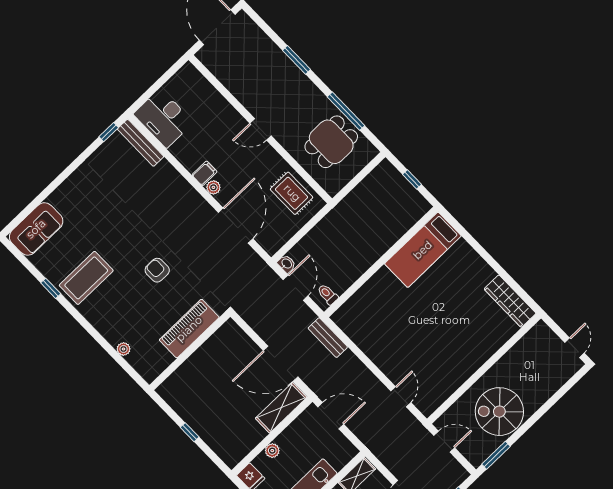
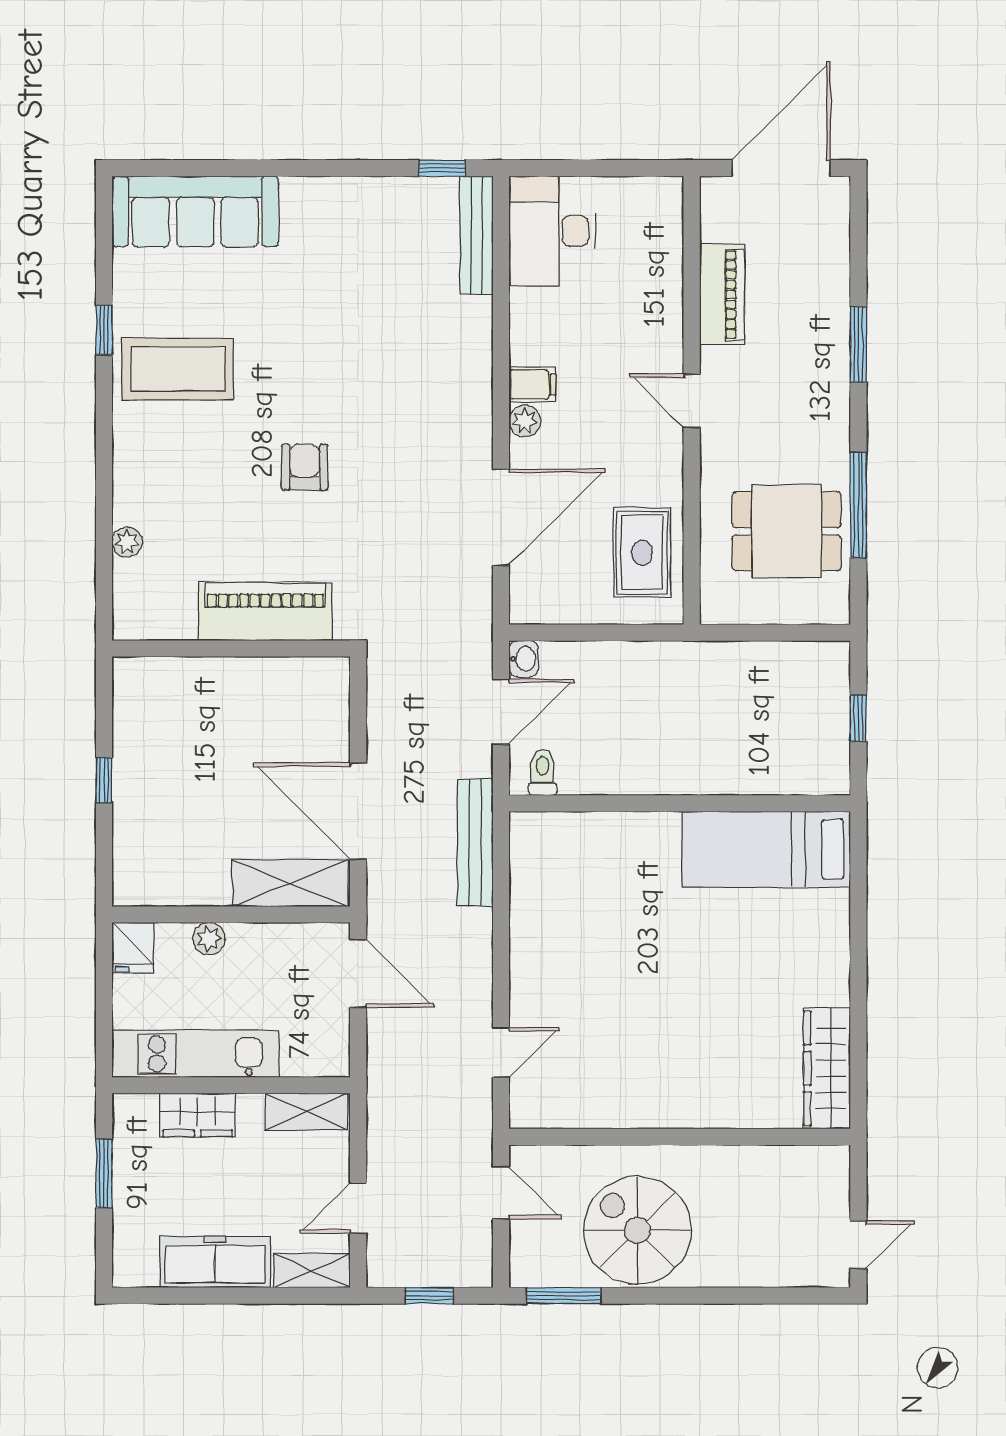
piano: (237, 86) -> (722, 295), added
sofa: (36, 229) -> (195, 211), width x1.36
bench: (328, 338) -> (475, 843), width x1.36

